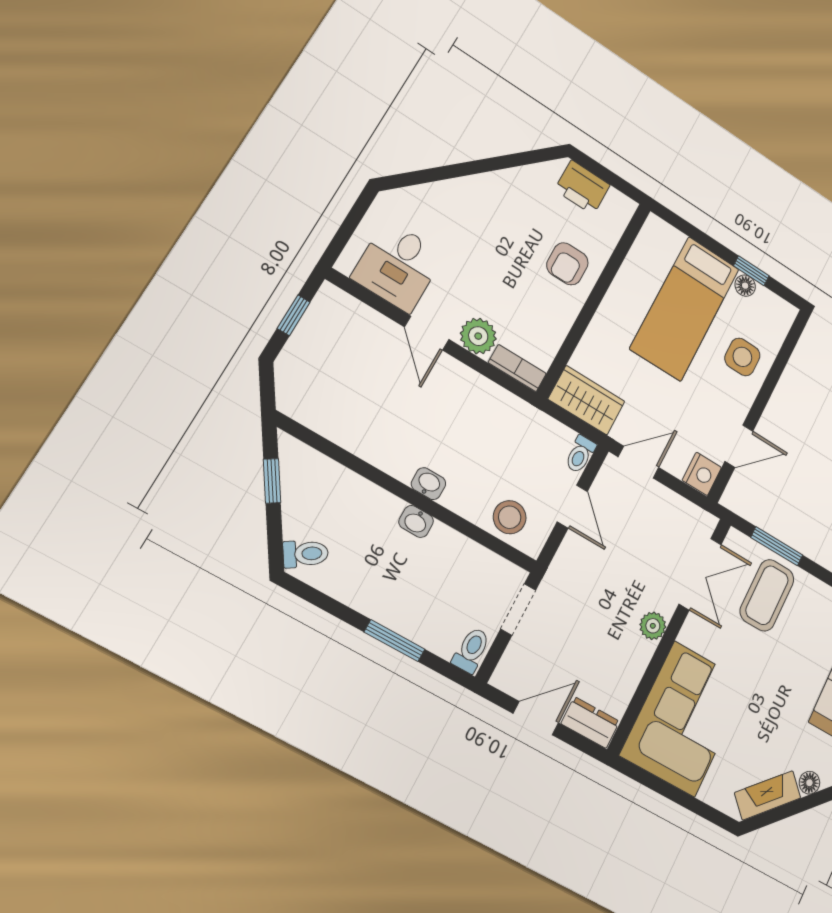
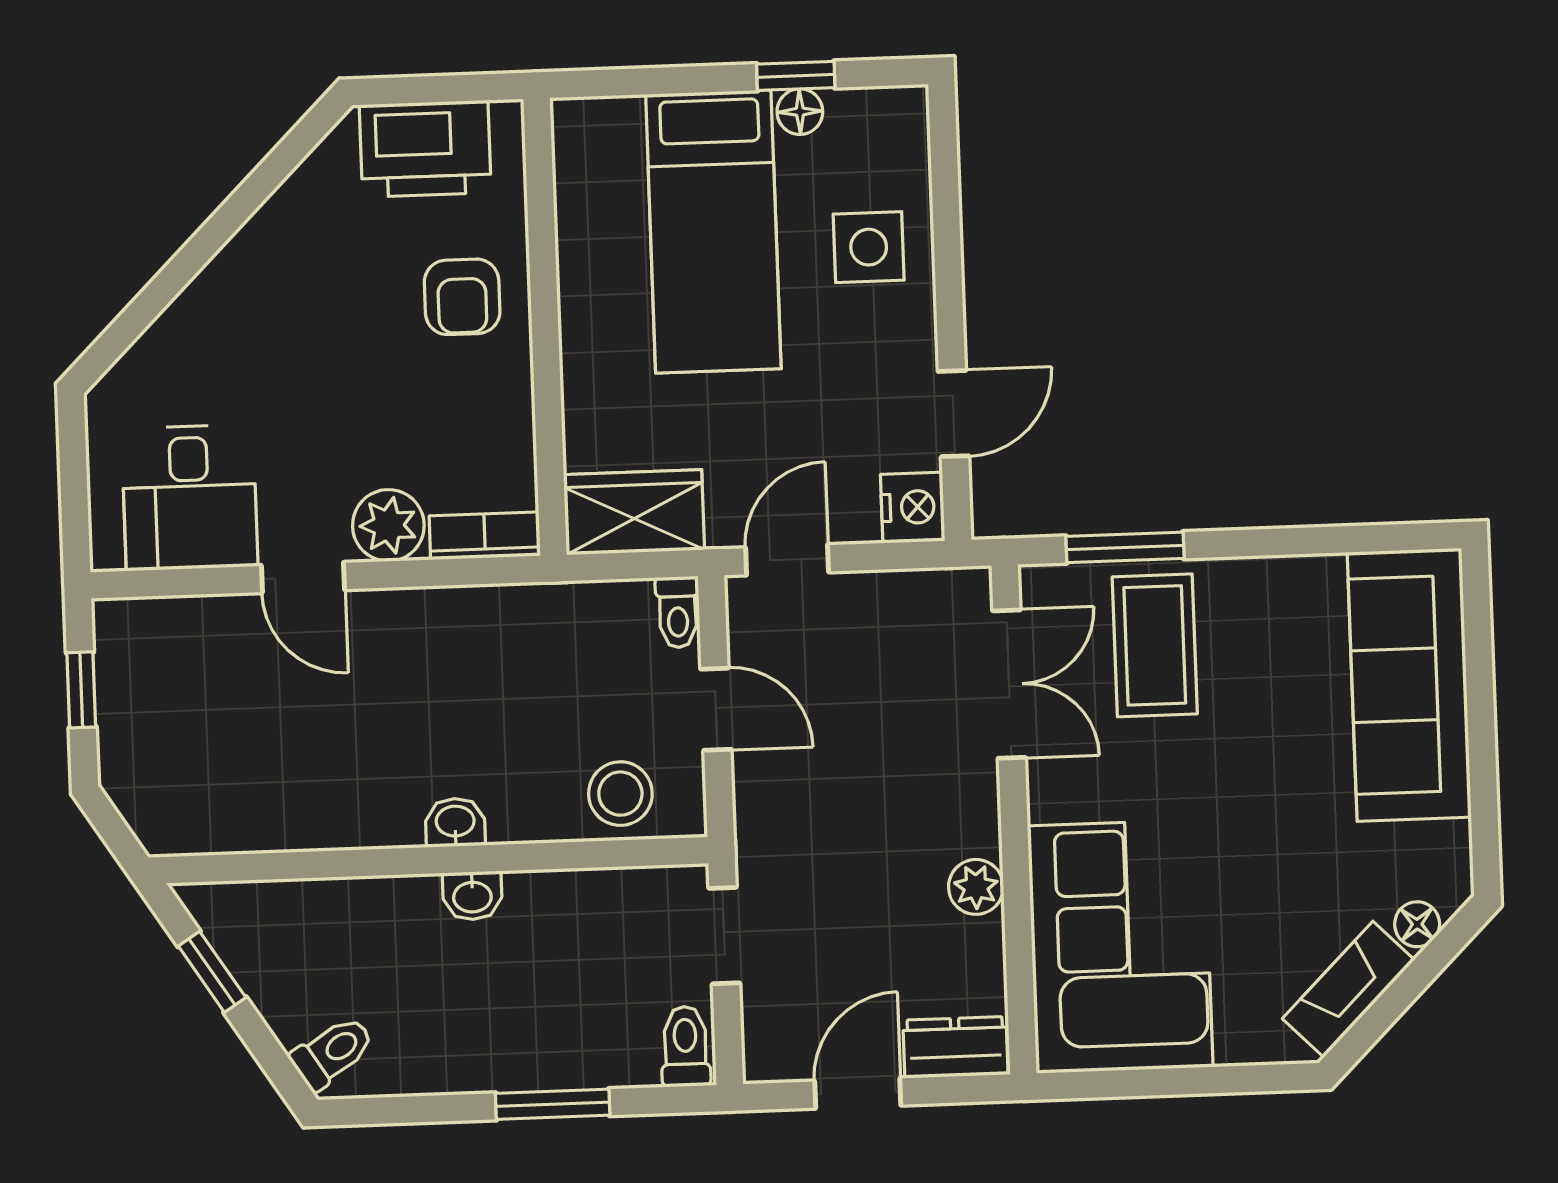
printer: (582, 187) -> (425, 149), width x1.37, depth x1.19
plant: (653, 626) -> (976, 887), moved

